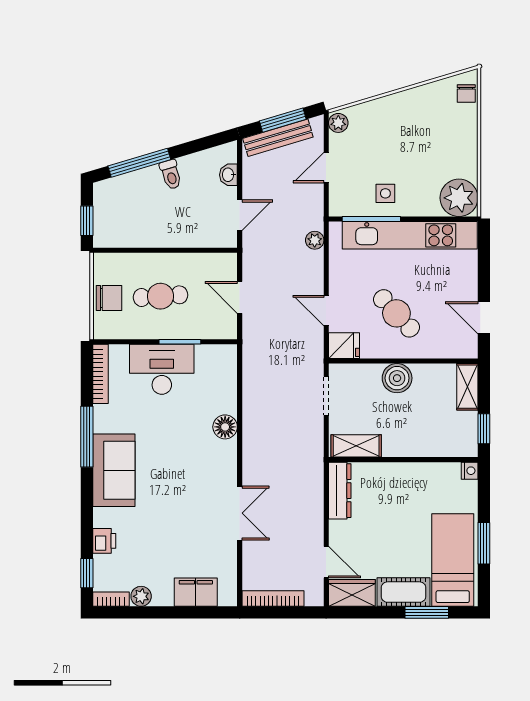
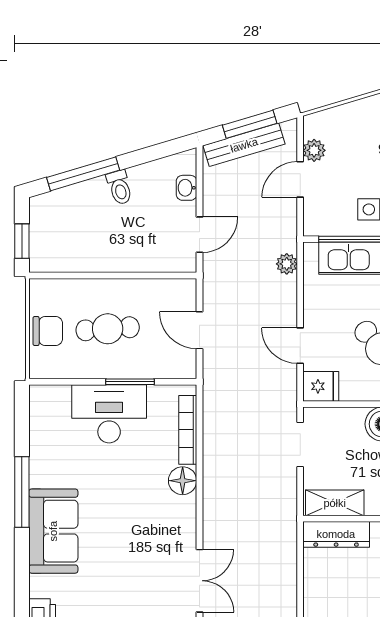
plant: (338, 123) -> (314, 150), moved
bookcase: (100, 374) -> (188, 430), moved, turned 180
dresser: (340, 491) -> (336, 534), moved, turned 90

